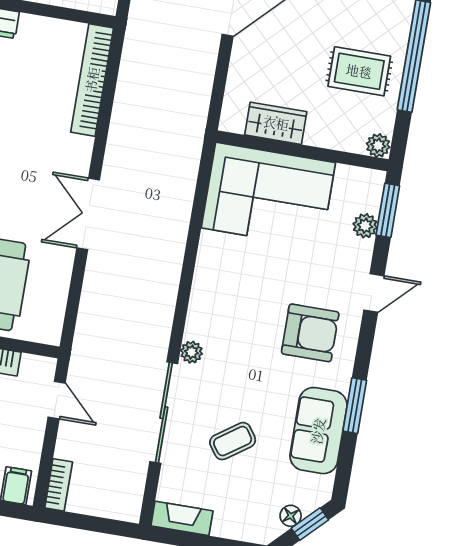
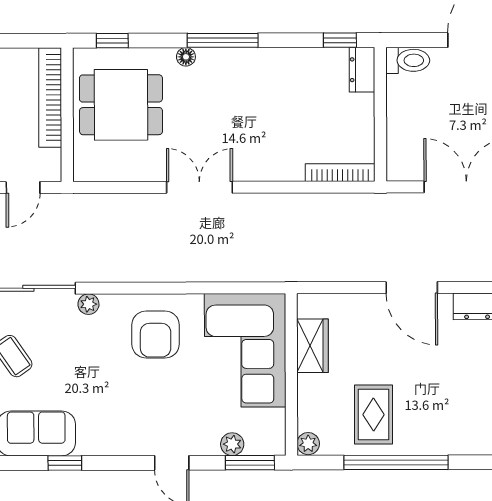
bookcase: (92, 80) -> (340, 173), width x0.68, depth x0.76
armchair: (310, 333) -> (156, 335), moved
window: (355, 406) -> (65, 463), width x0.67

